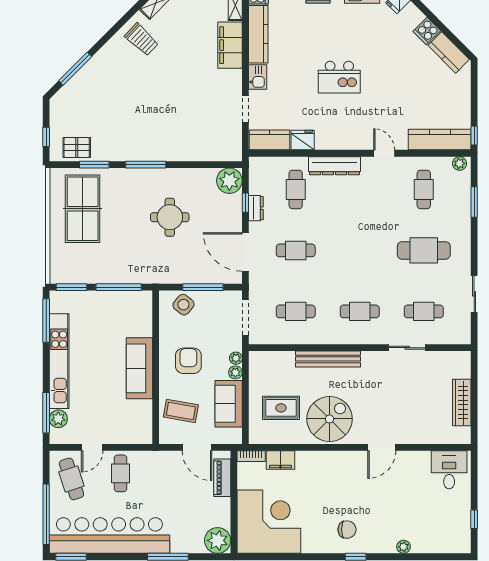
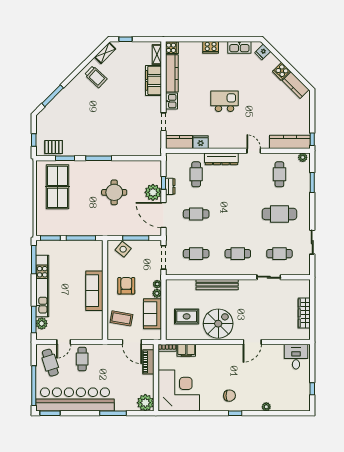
kitchen island: (339, 77) -> (225, 101), turned 180
plant: (229, 181) -> (153, 192), moved

